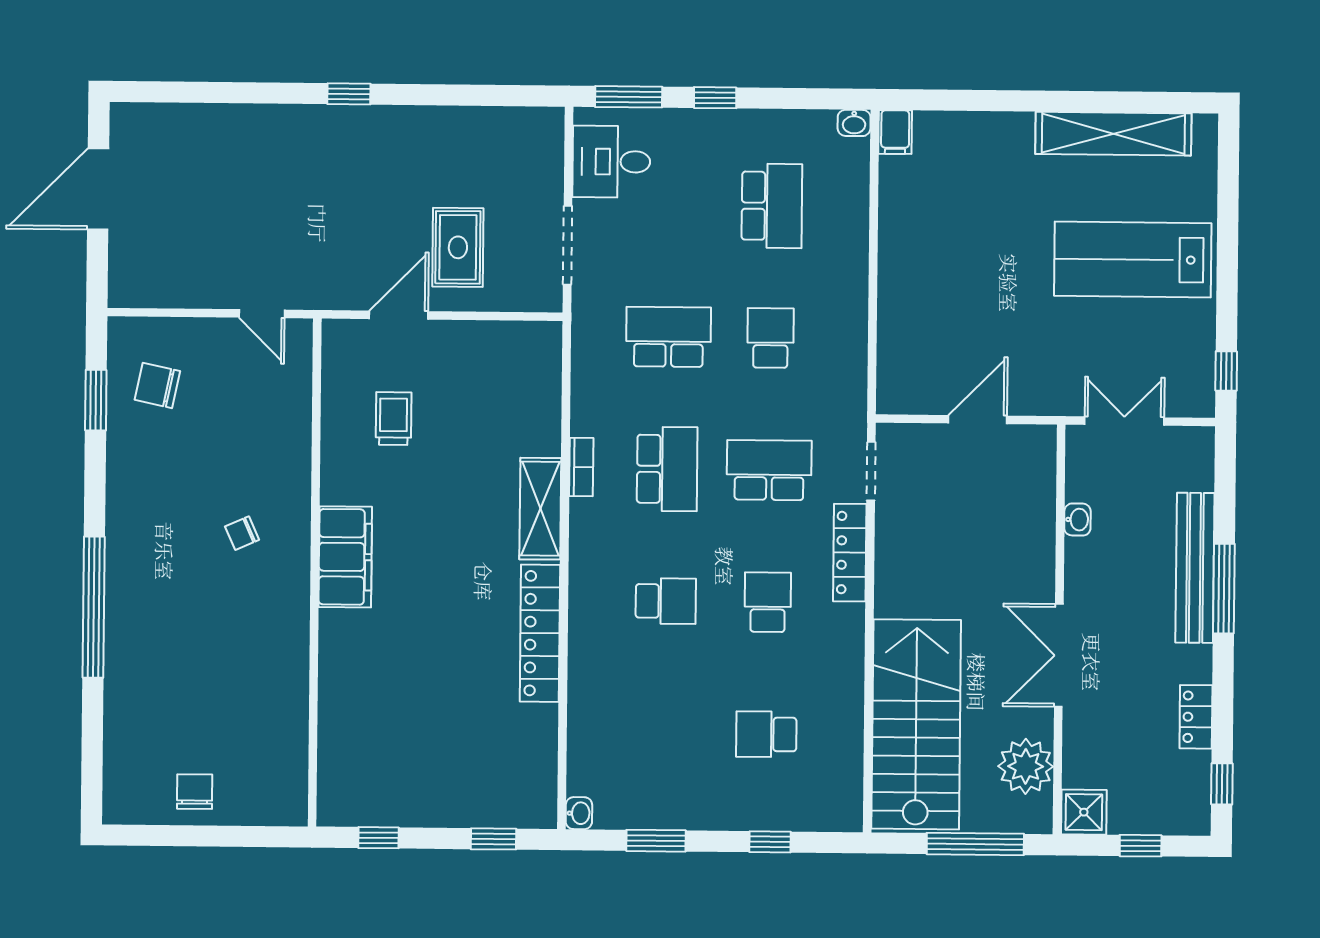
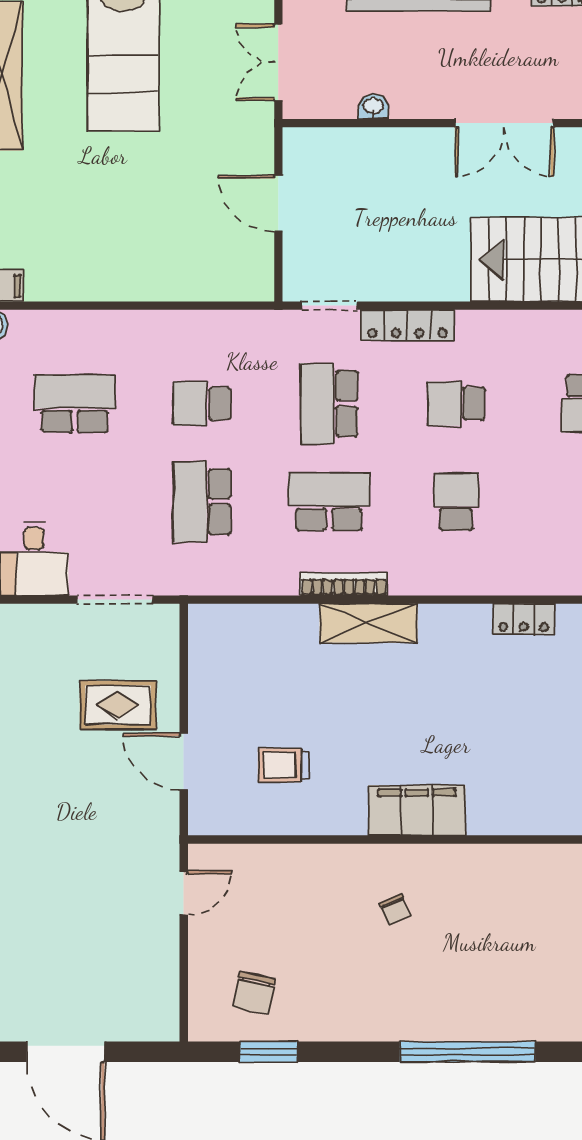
bookcase: (581, 467) -> (344, 584), width x1.56
locker: (540, 633) -> (524, 619), width x0.46, depth x0.83

